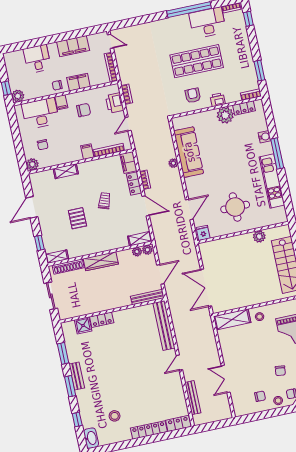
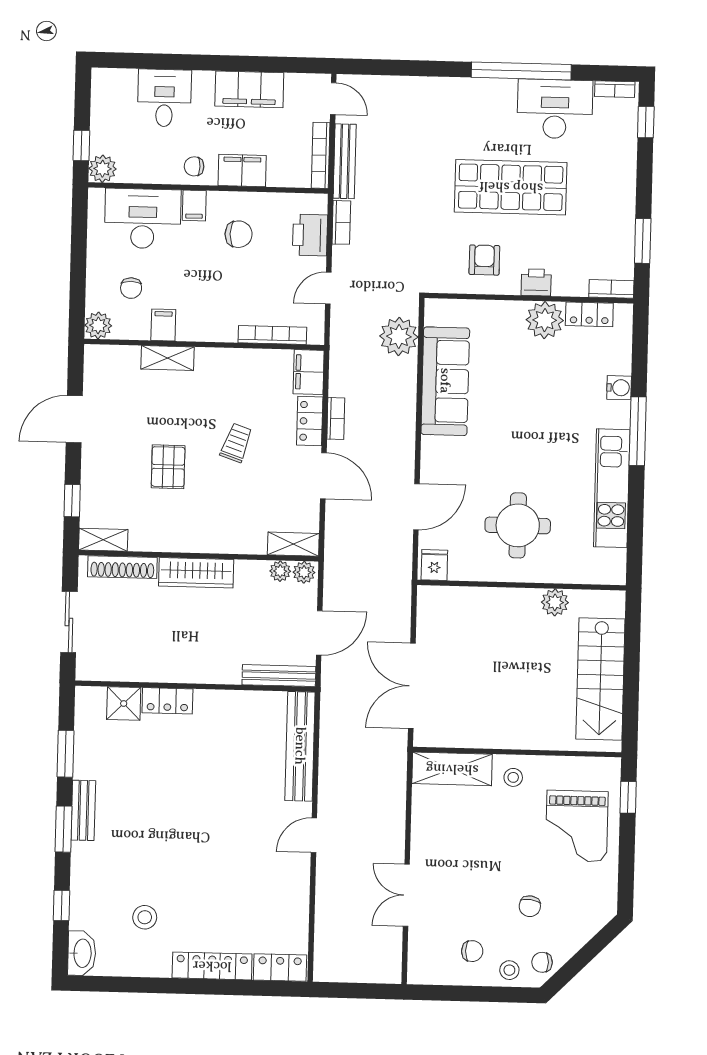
filing cabinet: (87, 152) -> (163, 325), moved
plant: (173, 163) -> (399, 337), moved, width x1.87, depth x1.87
bench: (193, 398) -> (345, 161), moved

